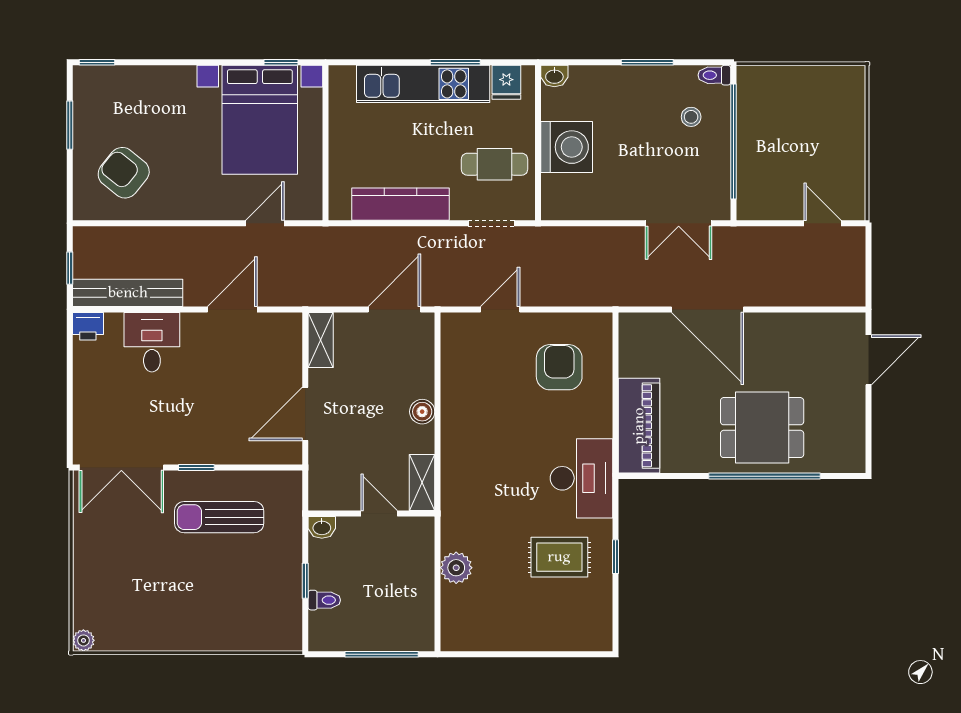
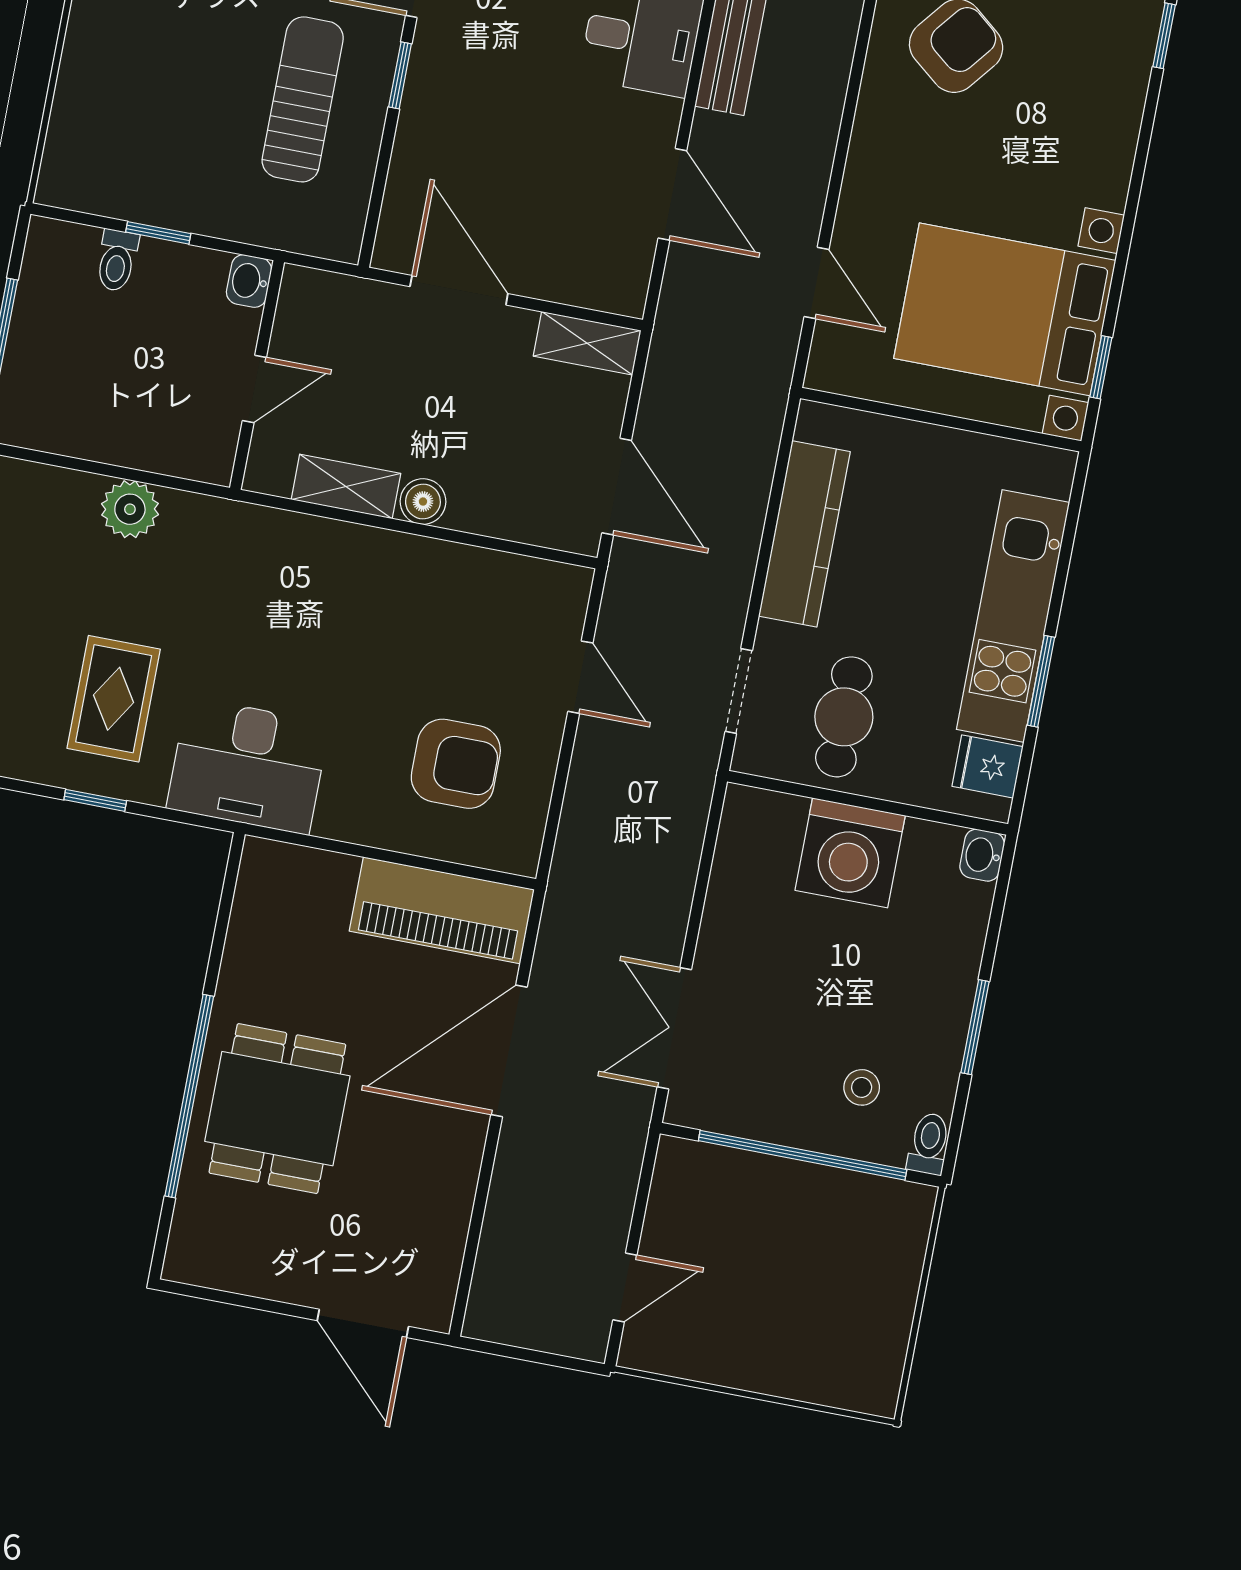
piano: (639, 426) -> (442, 910), moved
shelving: (422, 482) -> (346, 486), moved

